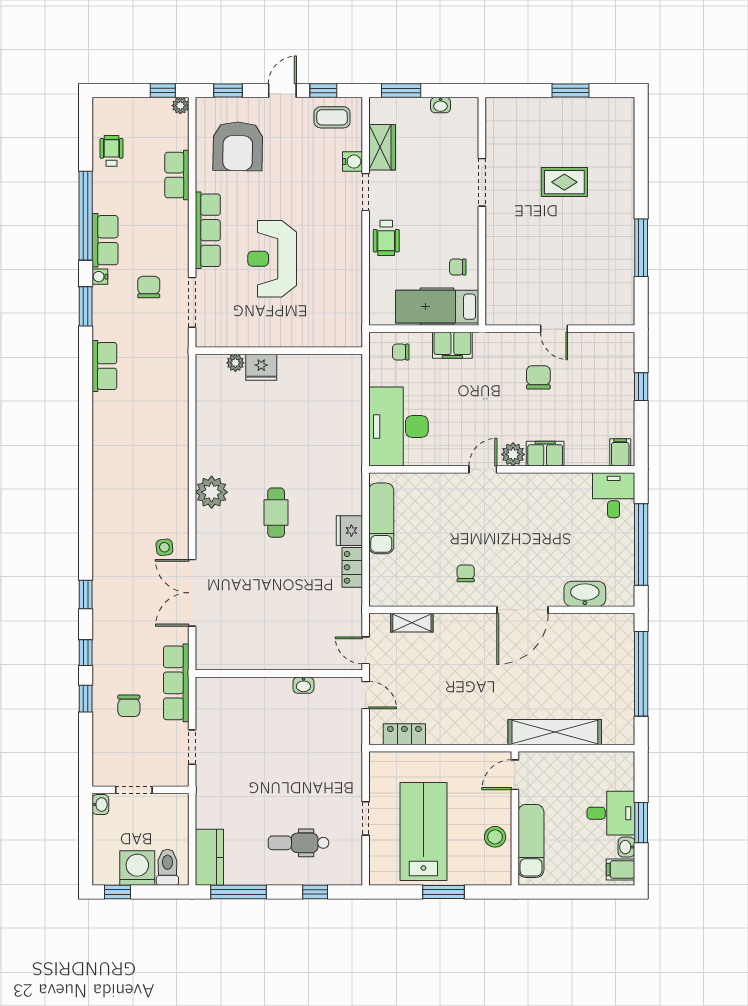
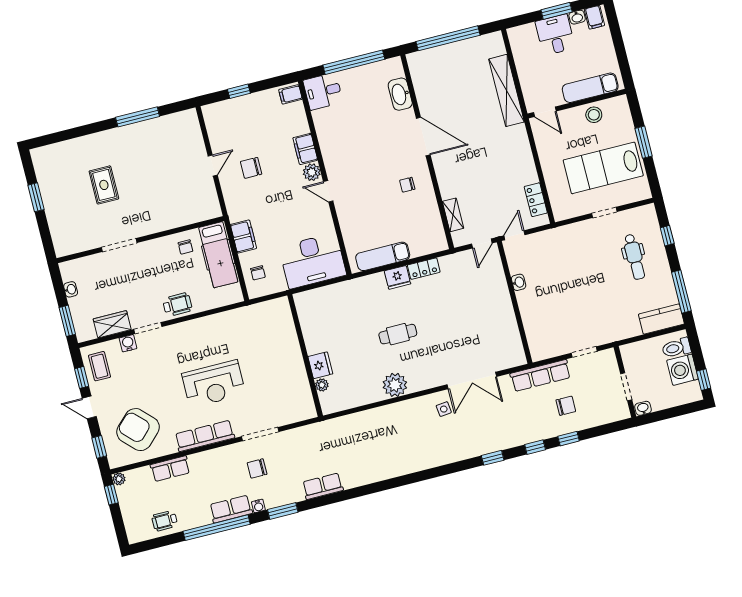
armchair: (238, 146) -> (138, 430), turned -136
wall: (279, 351) -> (305, 355), moved
plant: (235, 363) -> (322, 385), moved
fridge: (261, 367) -> (320, 365), moved

